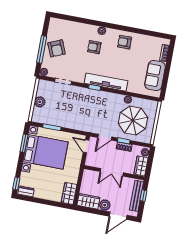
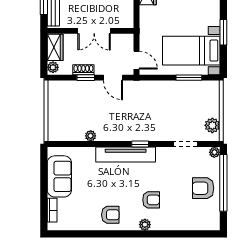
armchair: (57, 48) -> (203, 188), turned -67
window: (42, 49) -> (223, 183), width x1.46
plant: (40, 102) -> (212, 125), moved
parasol: (133, 121) -> (78, 108), removed
door: (105, 137) -> (113, 78), swing flipped
window: (24, 143) -> (223, 32), moved
bed with nightstands: (45, 152) -> (191, 51), width x0.73
double door: (112, 172) -> (94, 31), swing flipped

